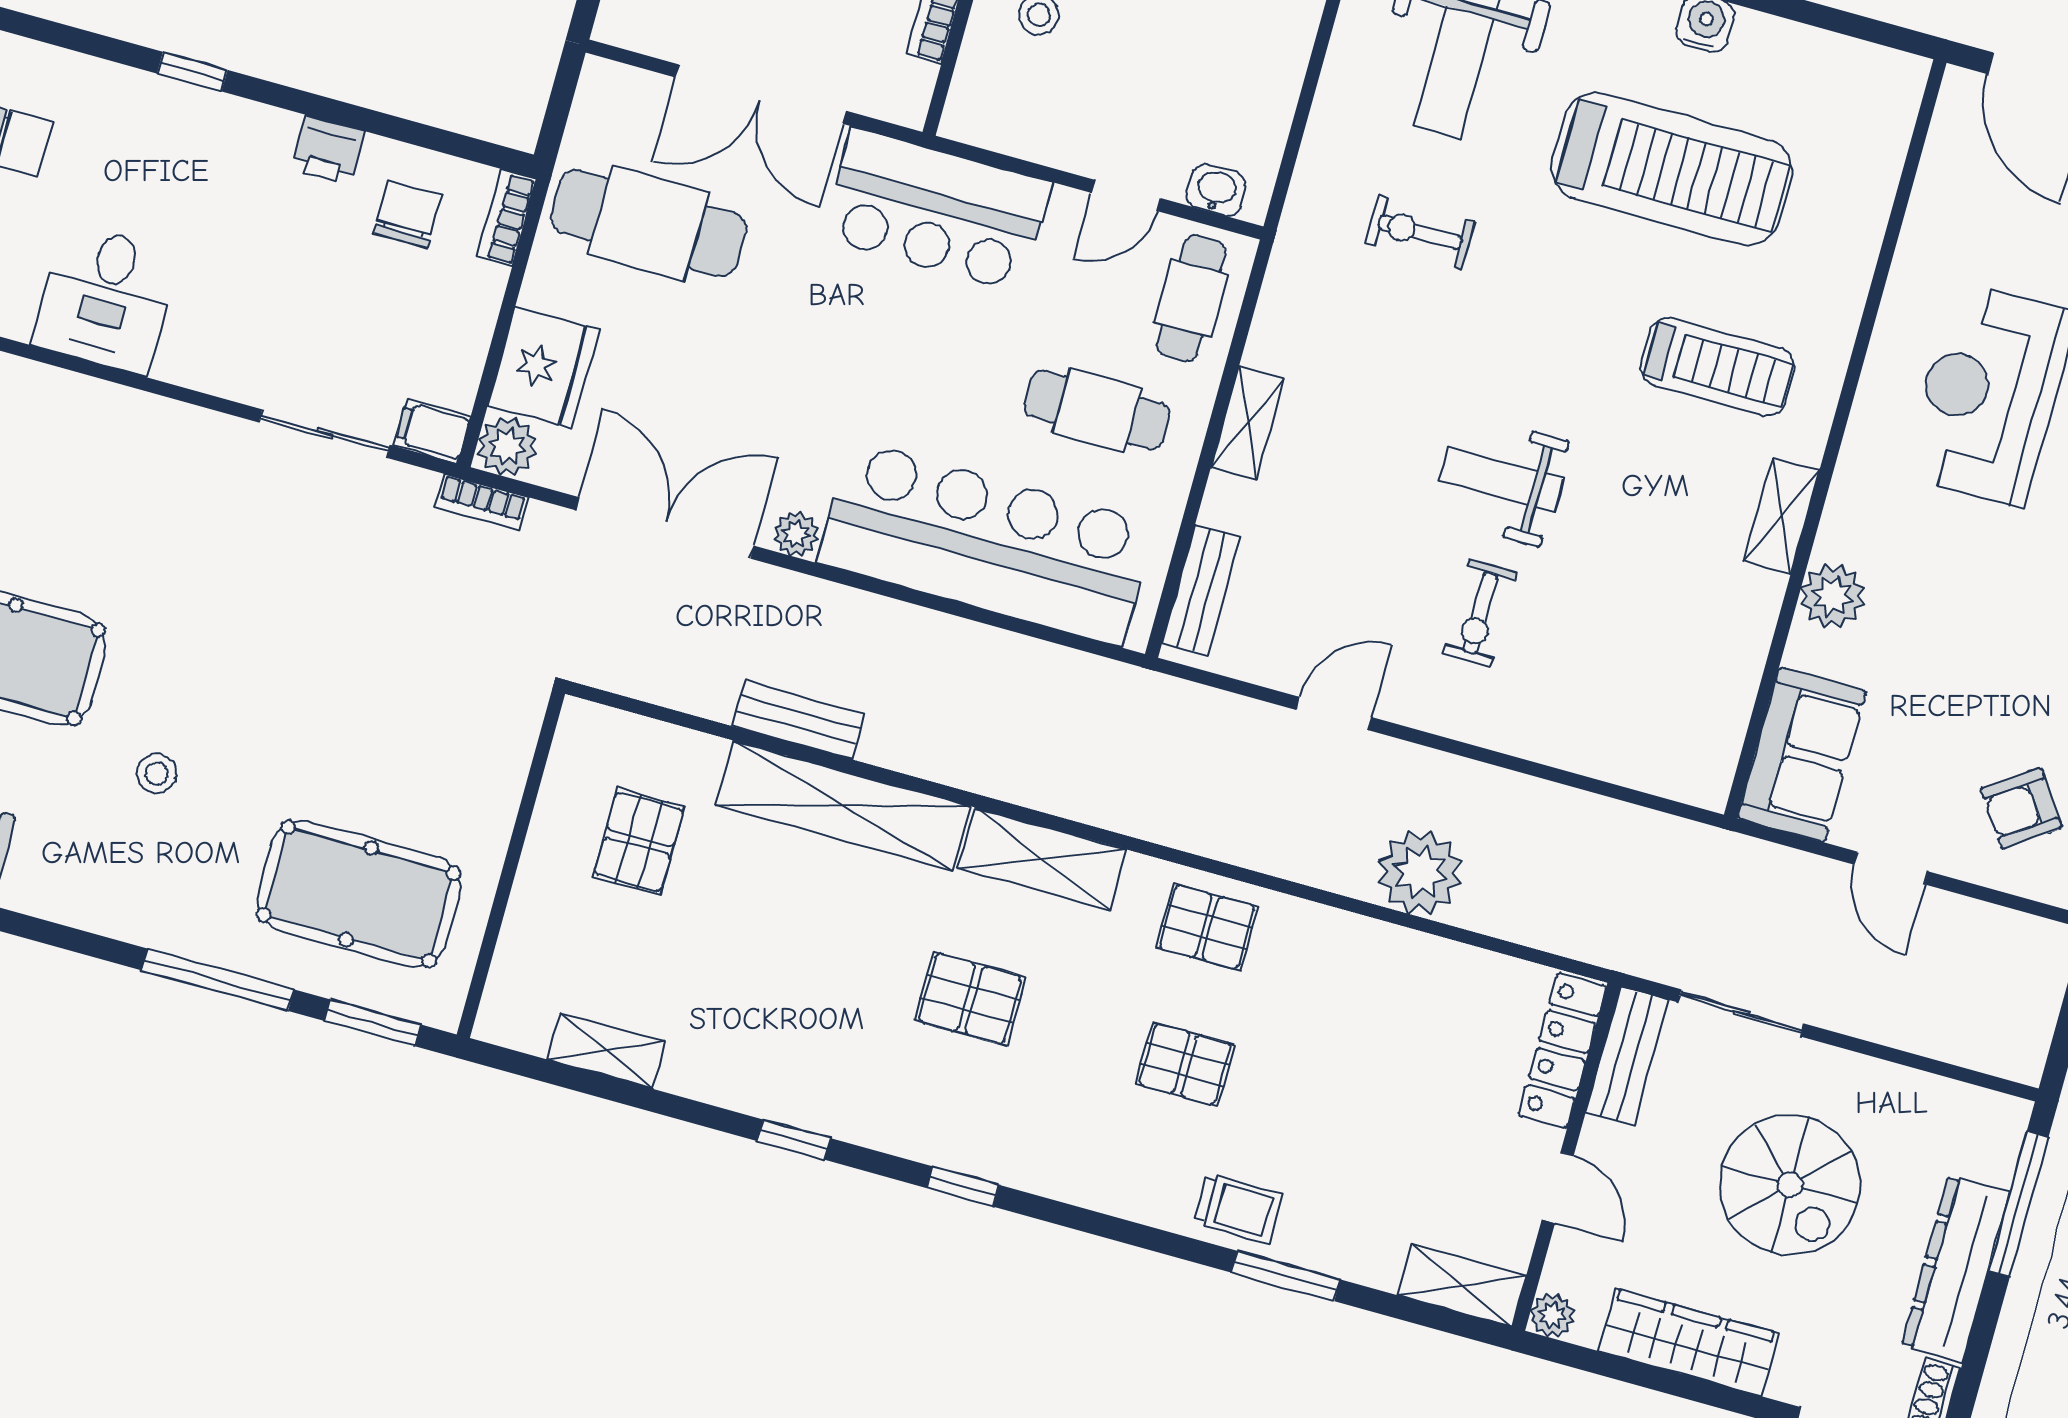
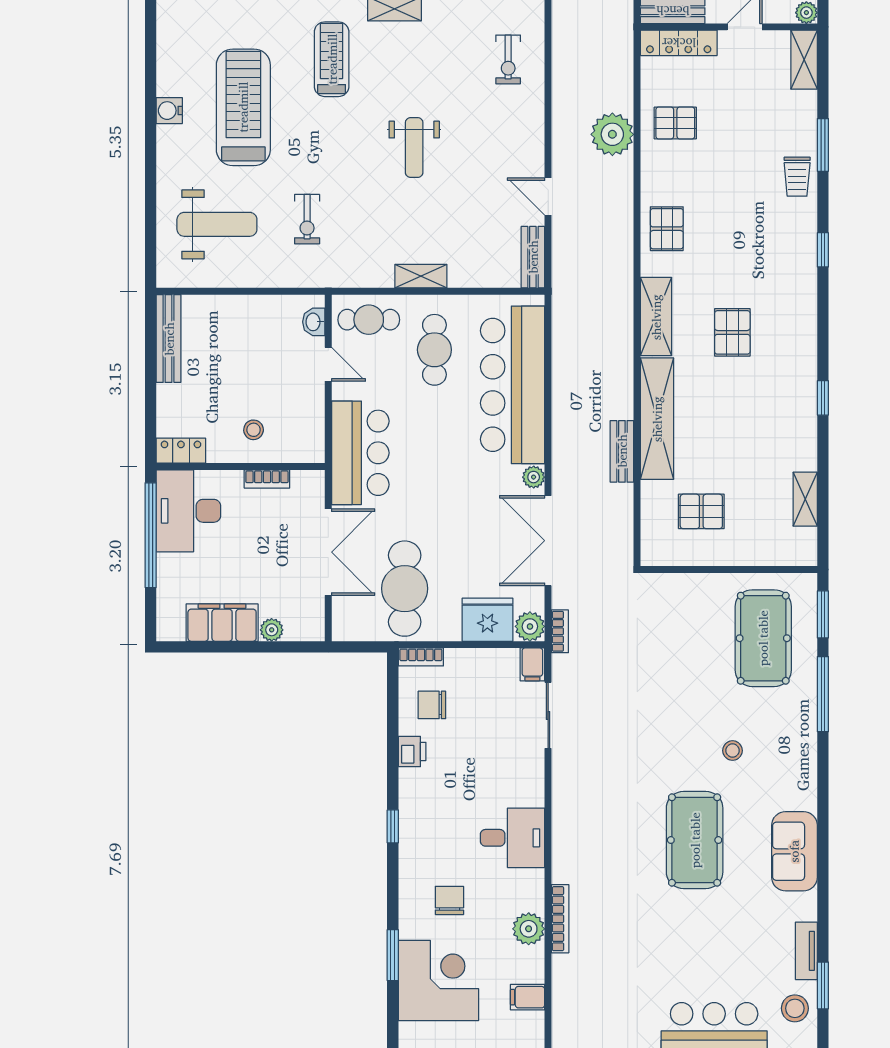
bench: (1201, 590) -> (533, 257), moved, turned 90
exercise bike: (1480, 613) -> (508, 59), moved, turned 90
pallet: (1185, 1064) -> (675, 123), moved, turned 90
window: (963, 1186) -> (823, 250), moved
trolley: (1238, 1209) -> (797, 177), turned 180

